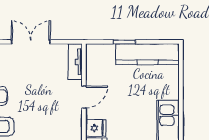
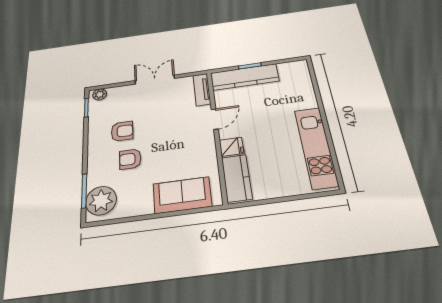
kitchen counter: (147, 54) -> (245, 77), moved

